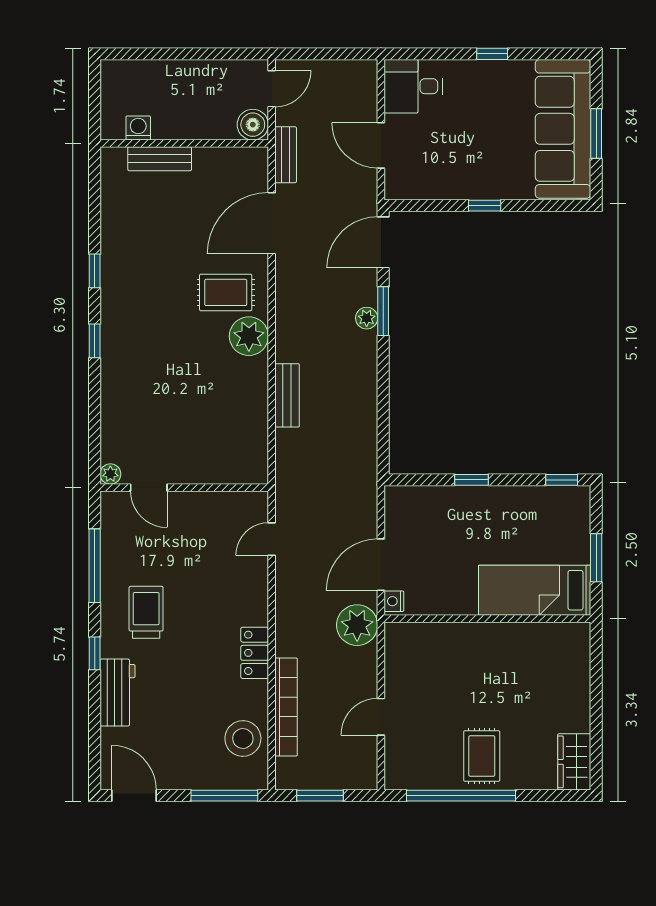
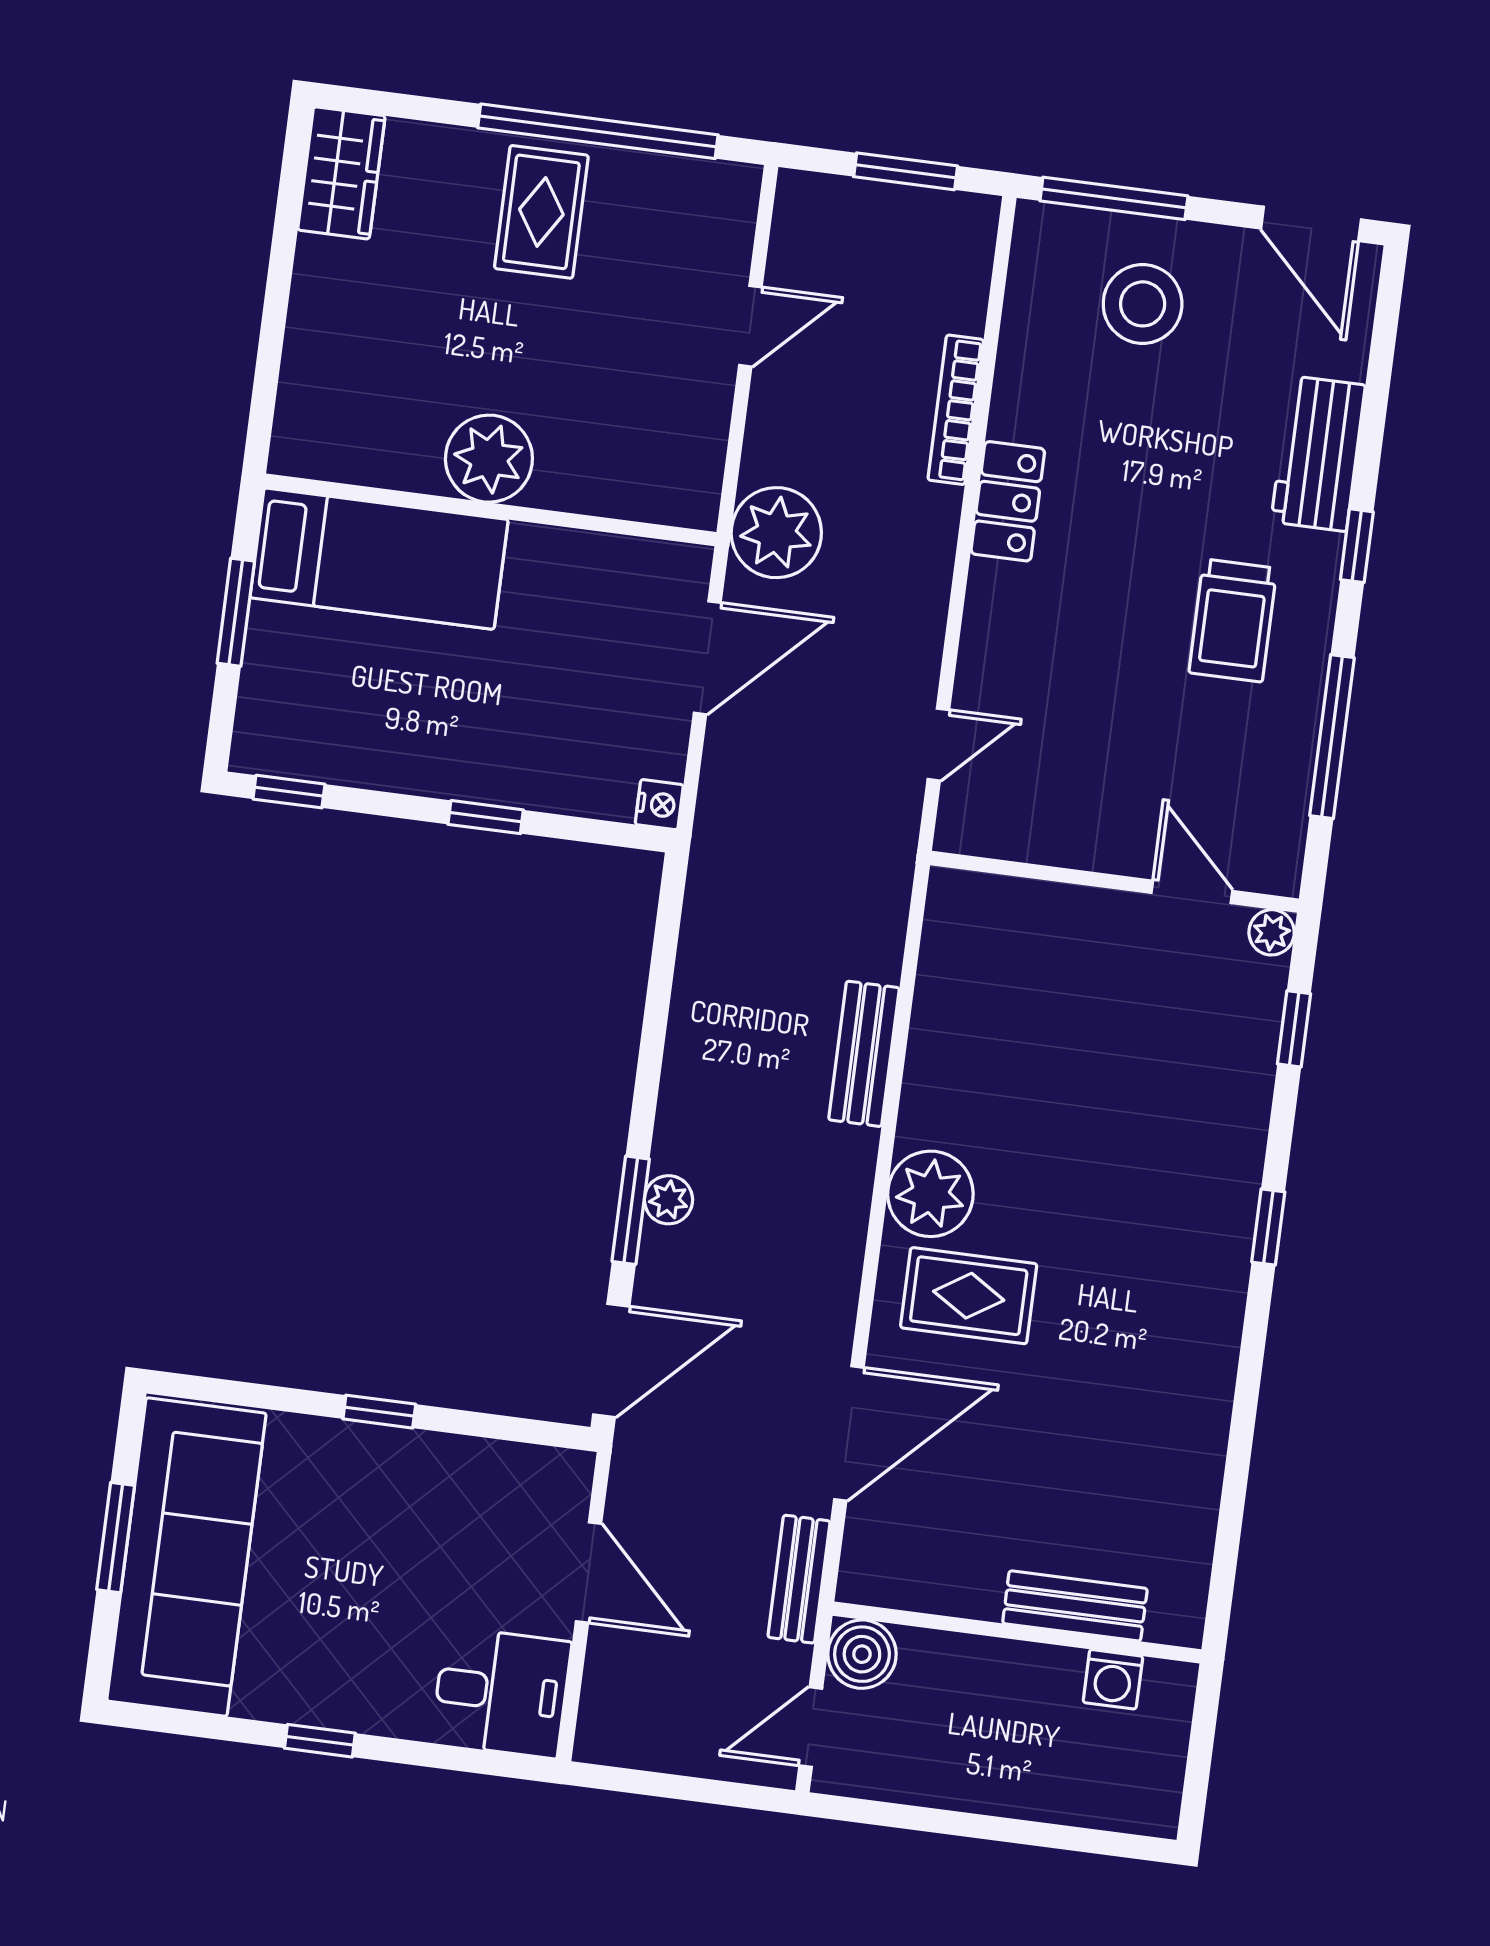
window: (95, 271) -> (1294, 1029), moved
nightstand: (394, 601) -> (659, 805), moved
plant: (491, 642) -> (489, 459), added
bookcase: (286, 707) -> (956, 410), width x0.68, depth x0.76
stool: (243, 738) -> (1143, 304), moved

